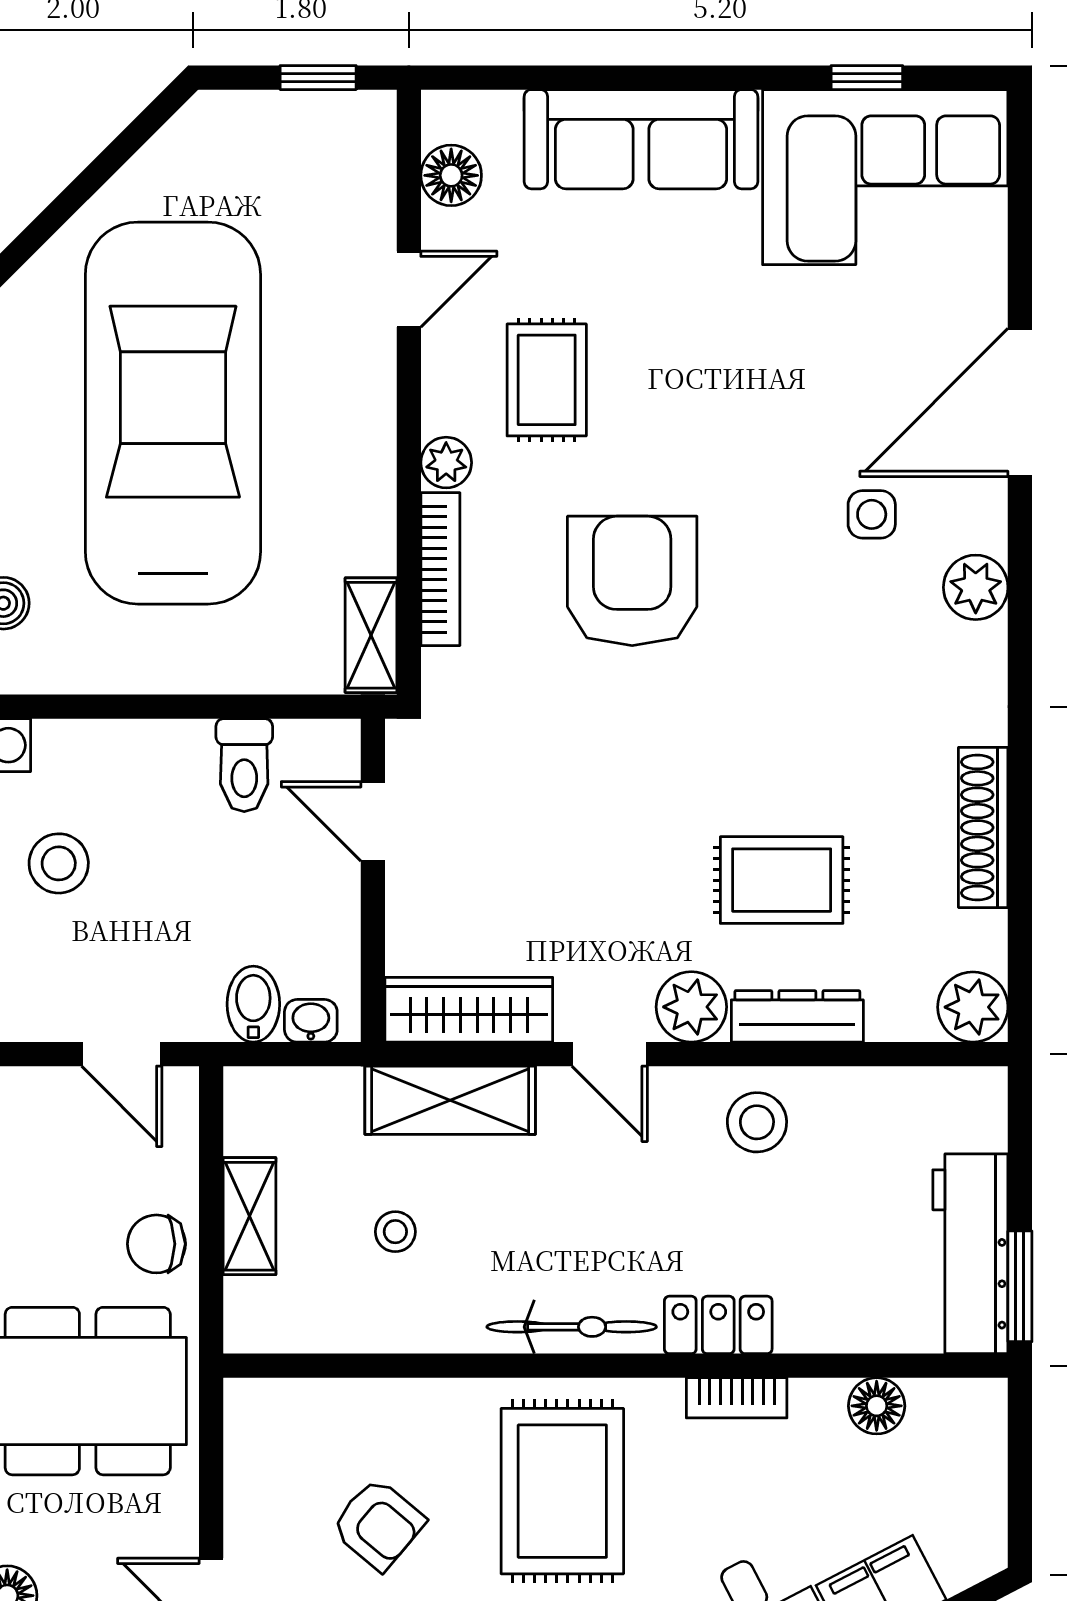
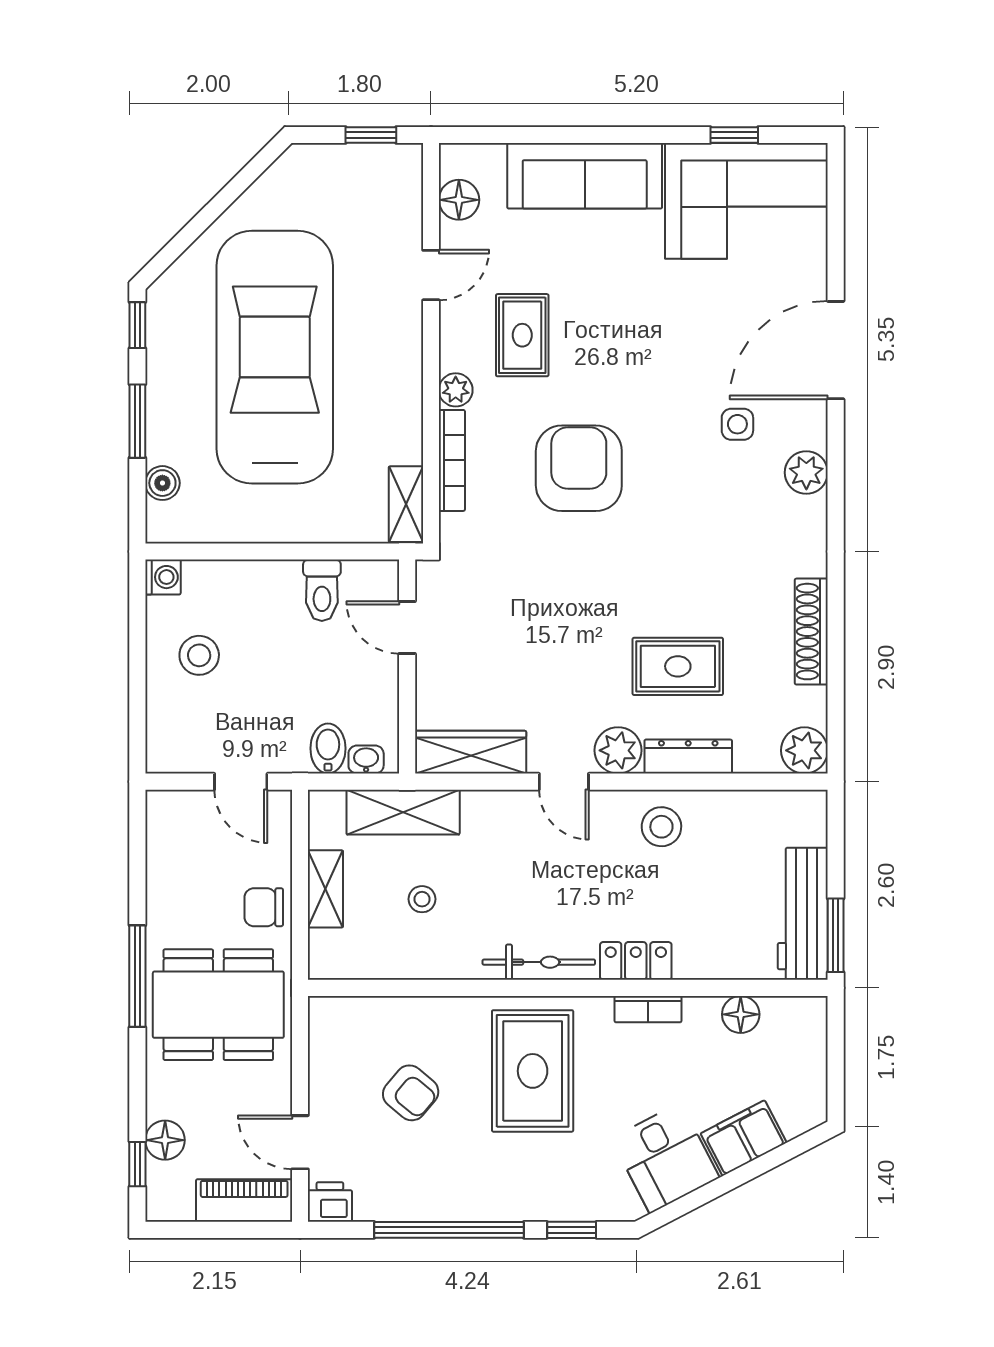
shelving: (450, 1100) -> (403, 812), moved

